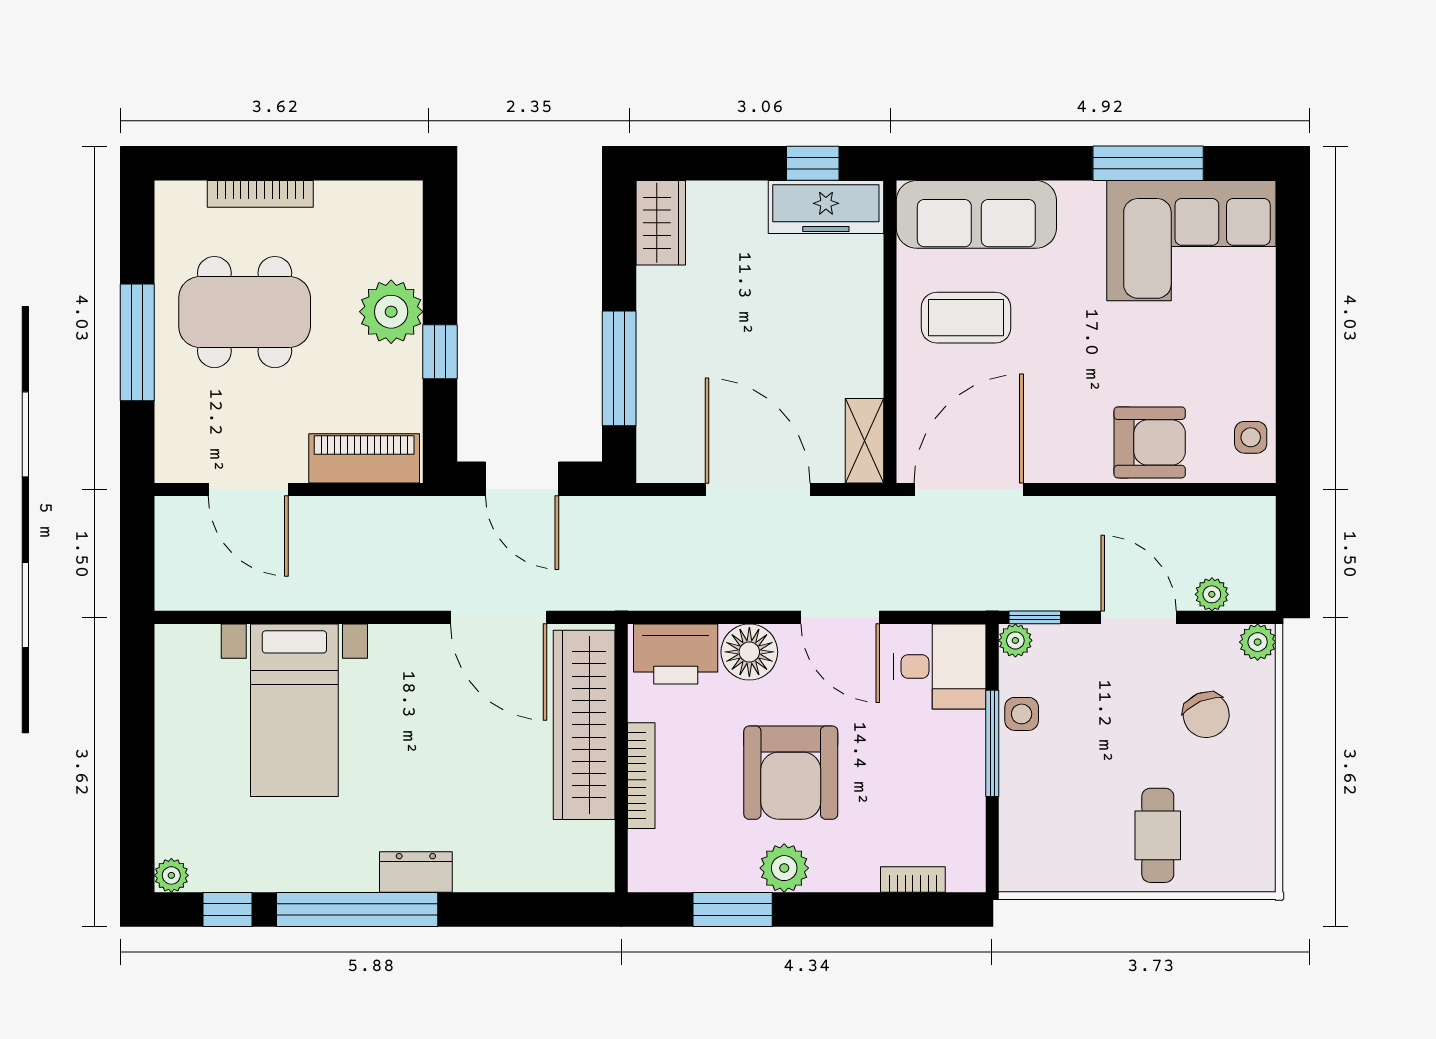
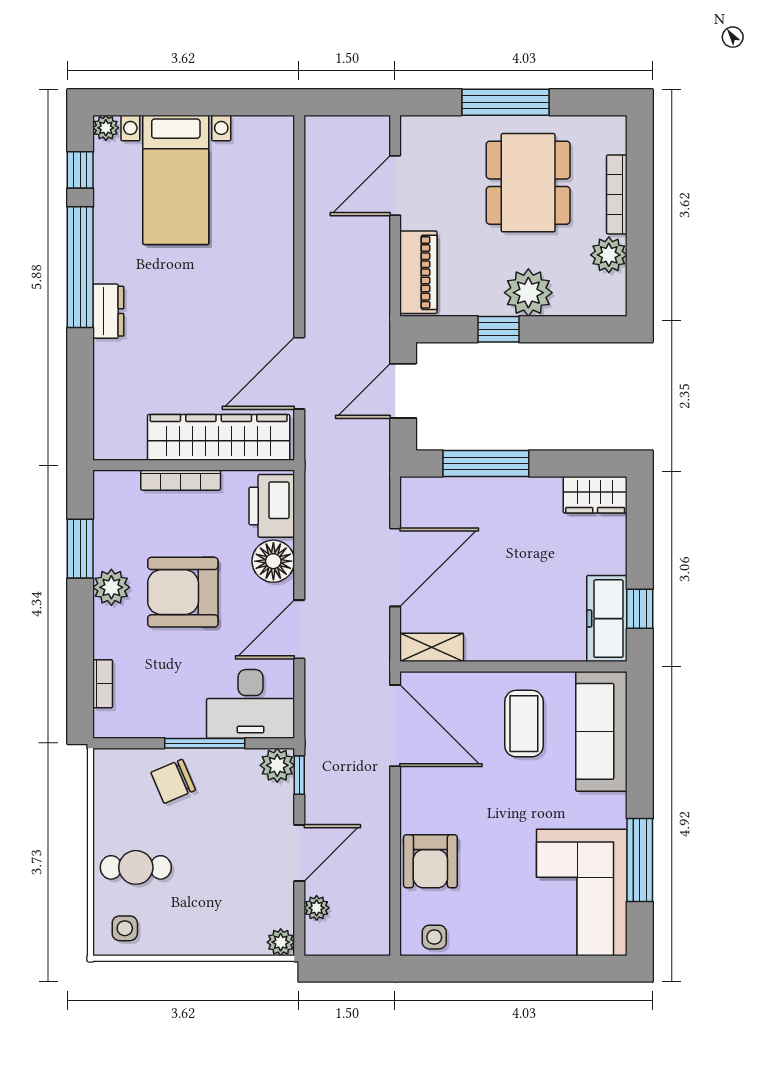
plant: (341, 204) -> (609, 255), added
plant: (1015, 640) -> (277, 765), width x1.38, depth x1.38
desk: (940, 666) -> (251, 704), width x1.37
bed with nightstands: (294, 710) -> (176, 180), moved, turned -90
side table: (1022, 714) -> (125, 928), moved
chair: (1206, 715) -> (173, 781), moved

